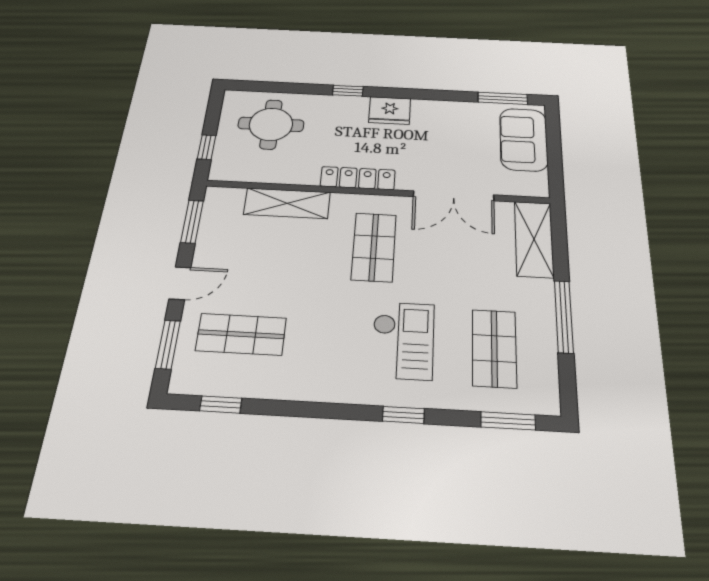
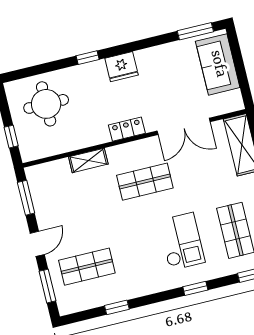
locker: (358, 178) -> (127, 129), width x0.66
shelving: (287, 203) -> (88, 160), width x0.67, depth x0.75
shop shelf: (374, 247) -> (145, 182), turned 90
window: (221, 405) -> (117, 307), moved

